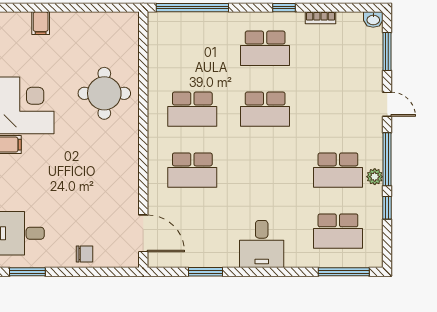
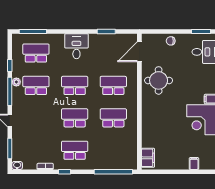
filing cabinet: (127, 34) -> (148, 158), added
round table: (104, 93) -> (159, 80), moved
school desk: (265, 170) -> (75, 85), added
door: (143, 233) -> (139, 52), hinge flipped

